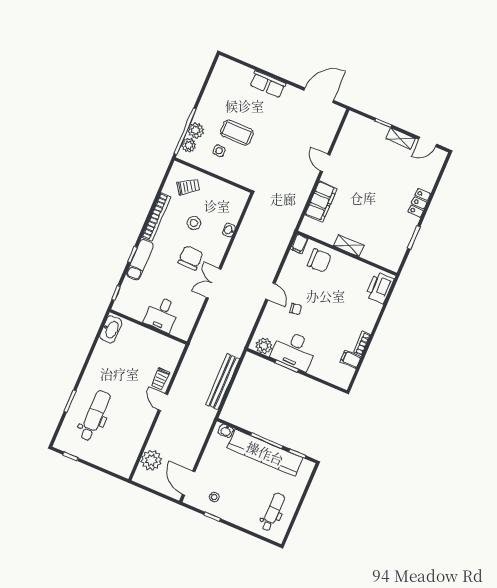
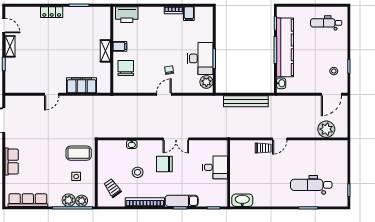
row of seats: (216, 84) -> (28, 200), added
coffee table: (237, 133) -> (79, 153), moved, turned 90
filing cabinet: (299, 244) -> (120, 46), moved

